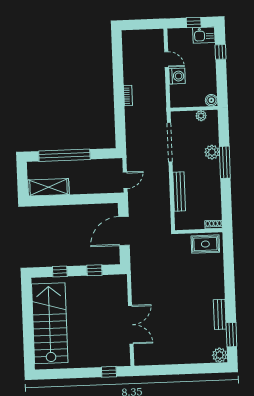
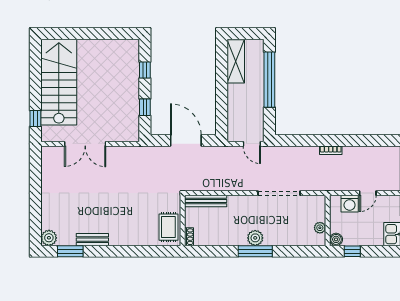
window: (221, 52) -> (352, 251), moved
boiler: (211, 100) -> (336, 239), moved
wall: (194, 109) -> (328, 220), moved
plant: (201, 116) -> (320, 228), moved
plant: (212, 152) -> (255, 238), moved
door: (125, 180) -> (252, 144), moved
bench: (179, 192) -> (206, 201), moved
stairs: (50, 323) -> (59, 82), moved, turned -90

